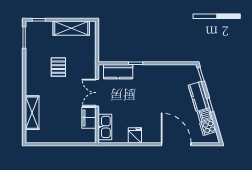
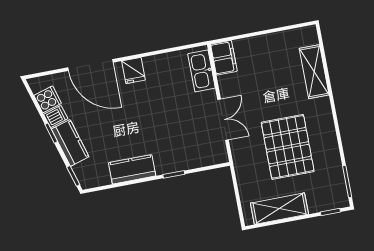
pallet: (58, 67) -> (288, 147), width x2.05, depth x2.00
kitchen counter: (118, 72) -> (132, 169), moved
filing cabinet: (89, 118) -> (224, 58), moved
fridge: (135, 135) -> (133, 71), moved

